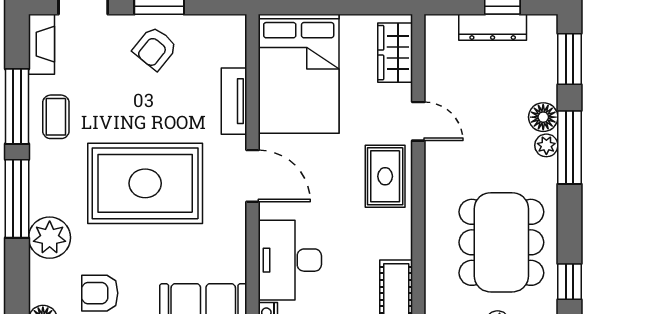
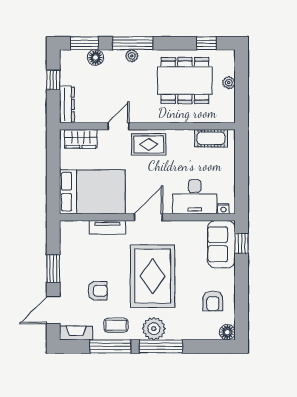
dresser: (493, 27) -> (67, 104), moved
armchair: (155, 48) -> (98, 291), moved, turned -39
floor lamp: (543, 117) -> (95, 58), moved
plant: (50, 238) -> (154, 329), moved

